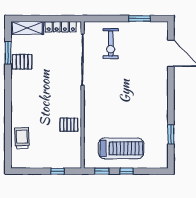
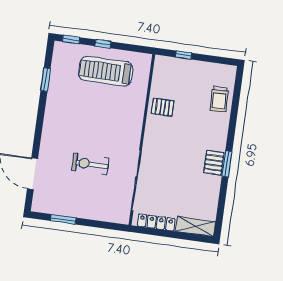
exercise bike: (111, 44) -> (90, 164), moved, turned -90
window: (8, 53) -> (227, 164), moved
pallet: (22, 62) -> (214, 163), moved, turned 90
window: (102, 171) -> (71, 39), moved

